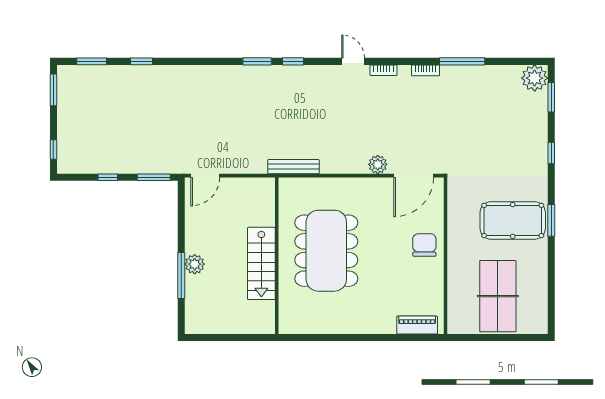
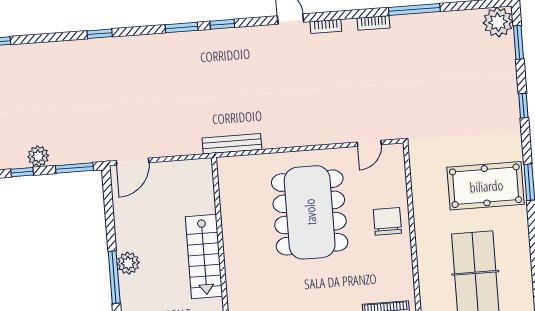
window: (141, 61) -> (100, 34), moved
plant: (378, 164) -> (38, 156), moved
door: (414, 176) -> (369, 143), width x0.53
dining table: (326, 251) -> (310, 212), moved

